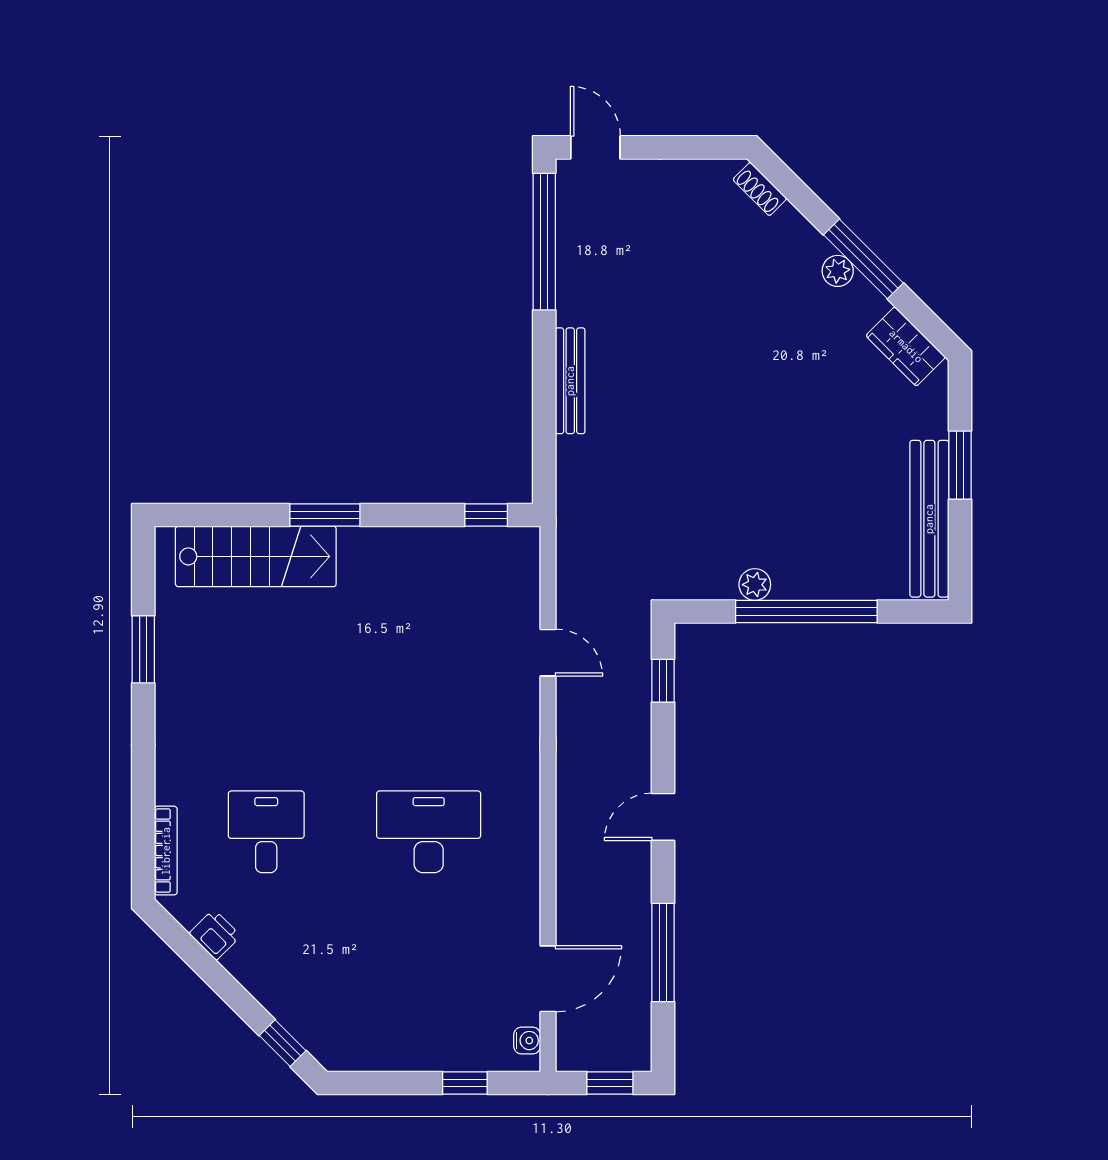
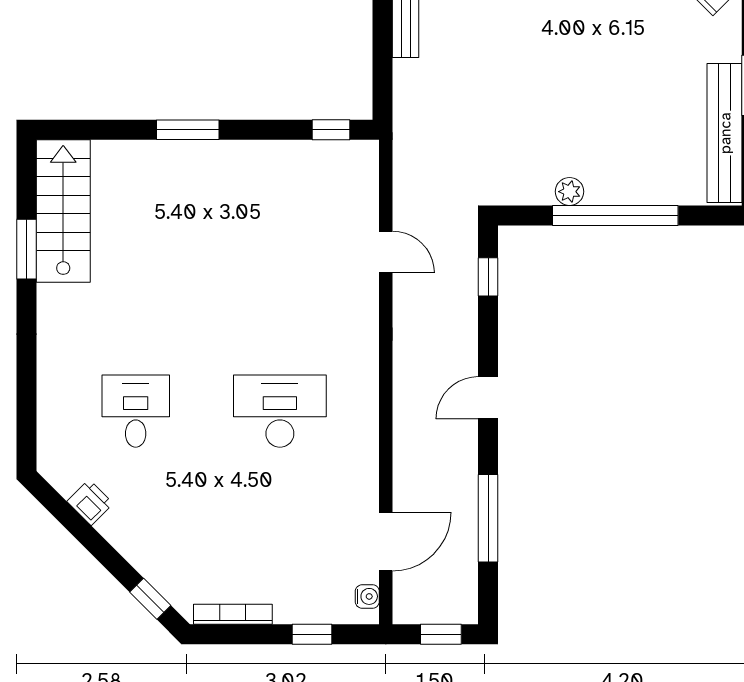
stairs: (256, 556) -> (63, 211), moved, turned -90
bookcase: (166, 851) -> (233, 614), moved, turned -90

